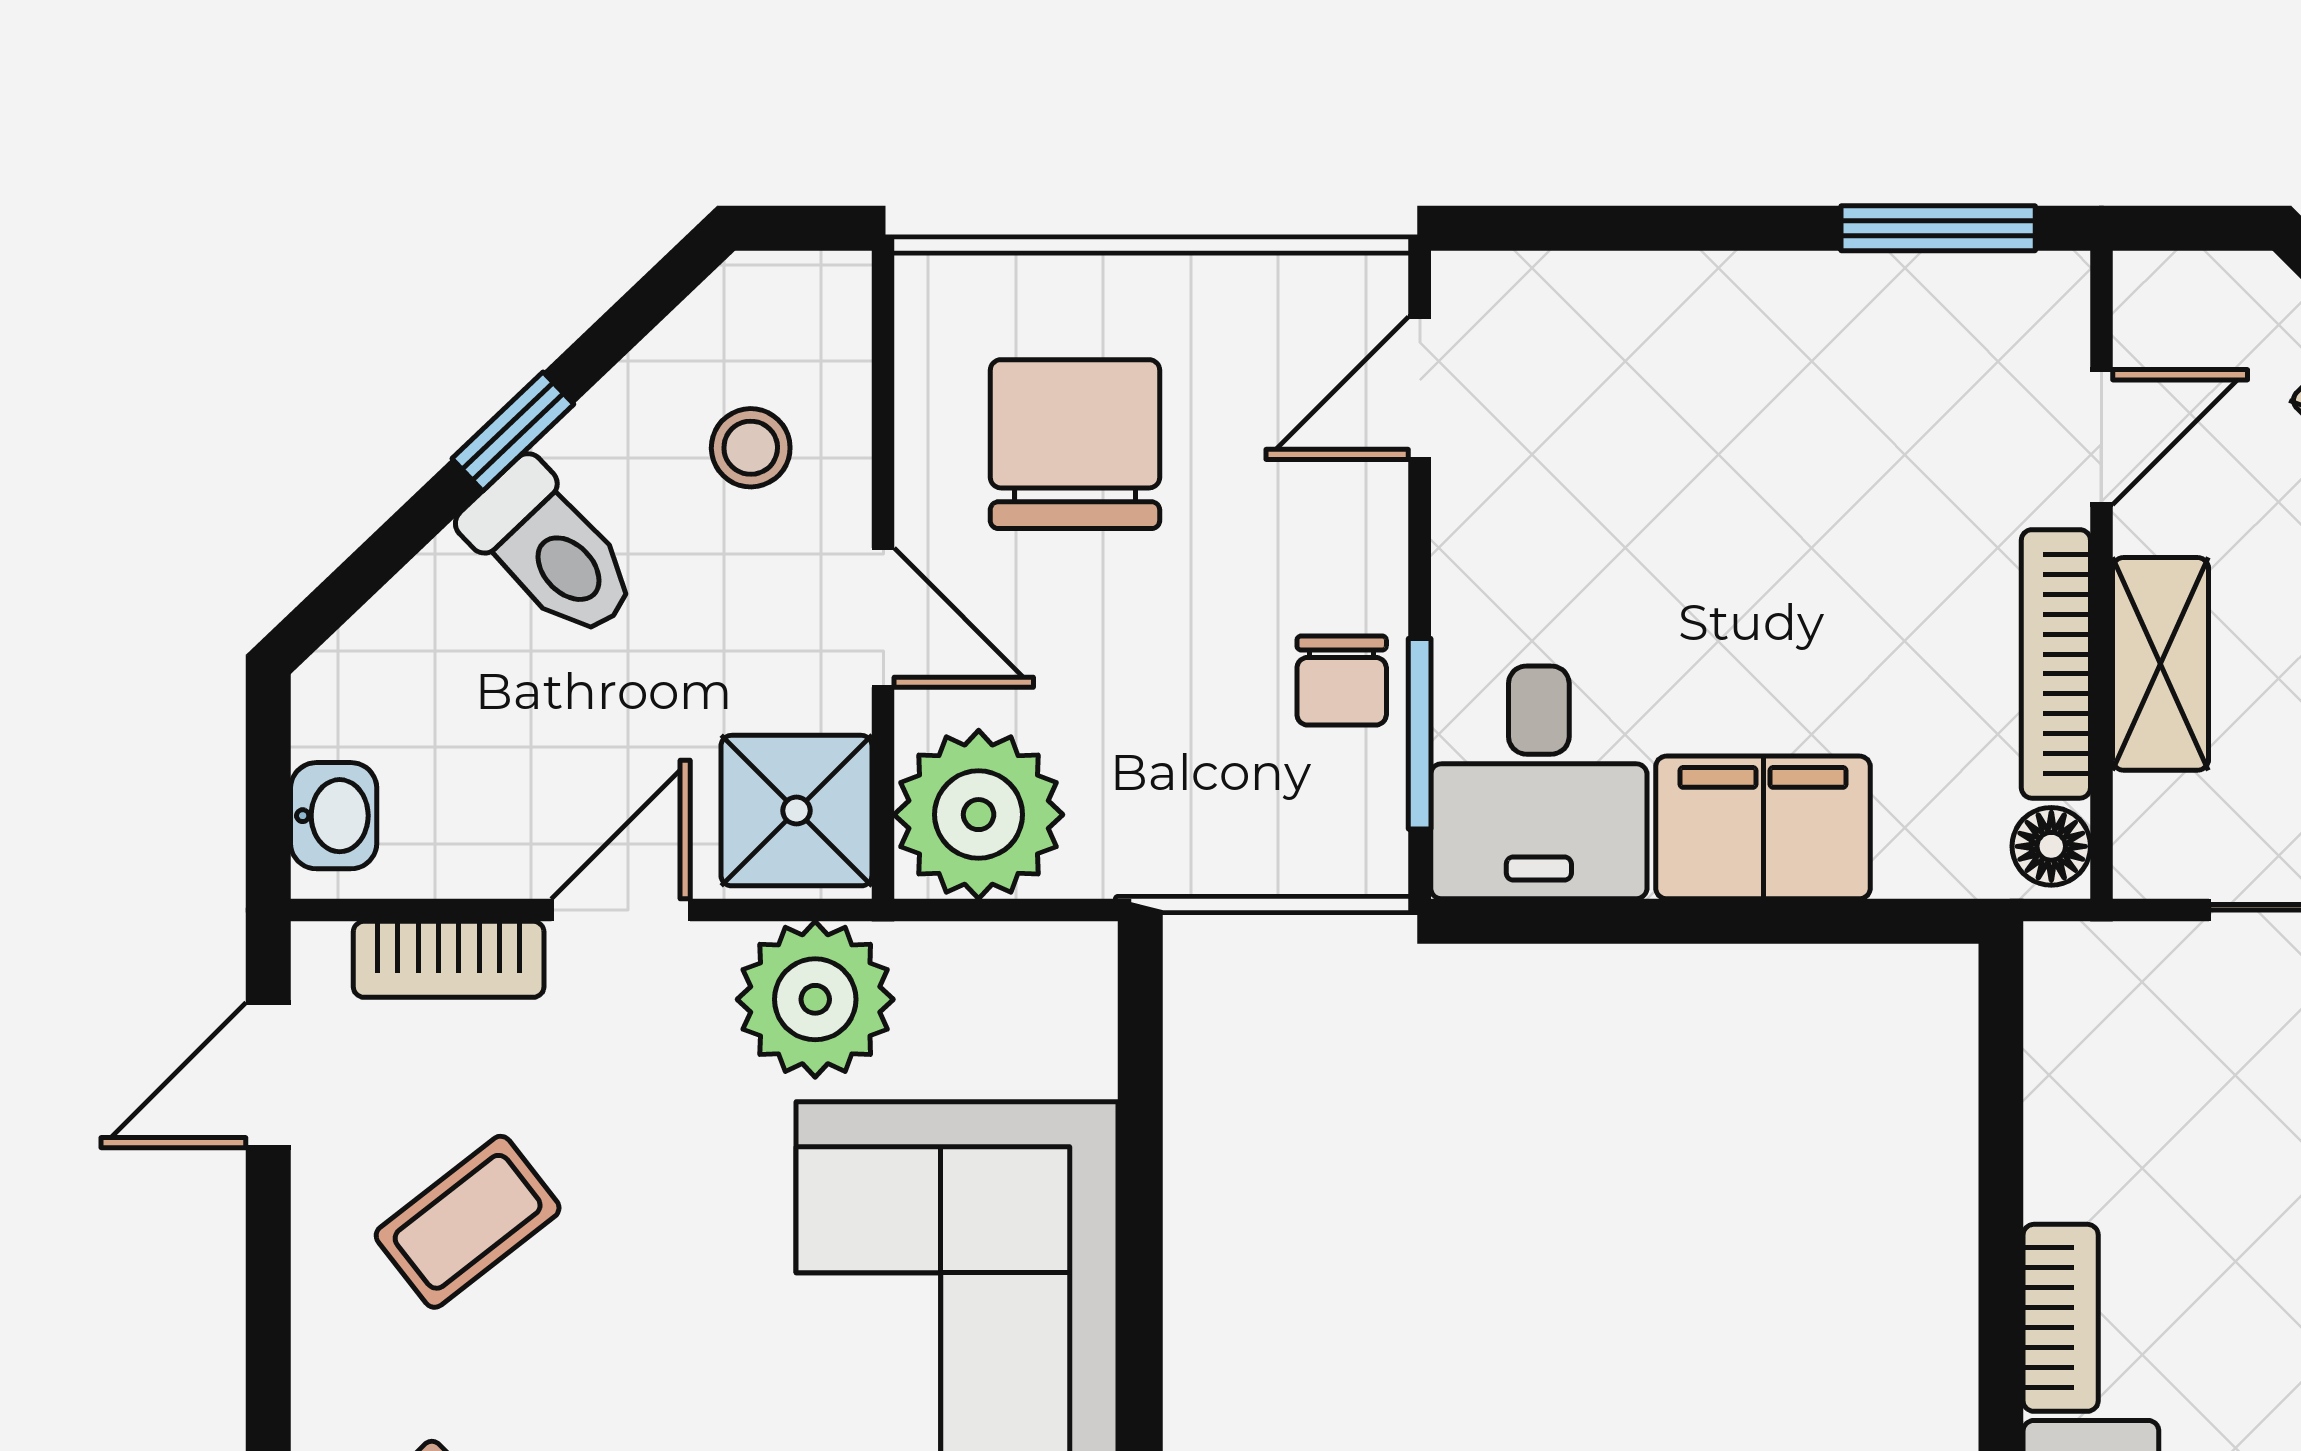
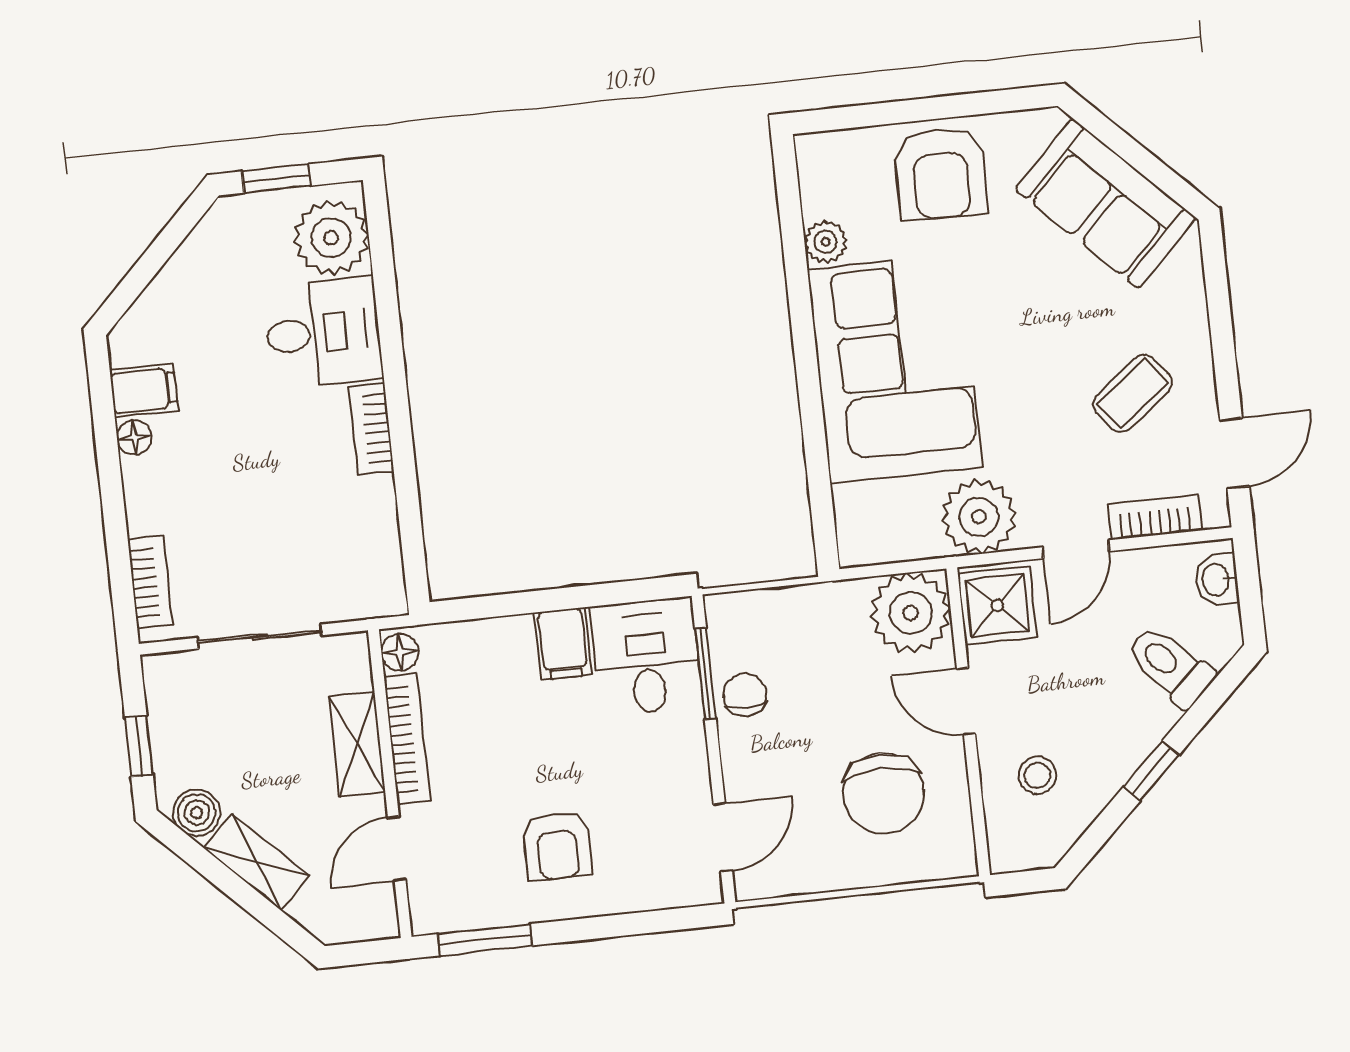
armchair: (1767, 408) -> (557, 846), added
toilet: (551, 550) -> (1170, 666), moved
filing cabinet: (1763, 827) -> (563, 644), width x0.50

